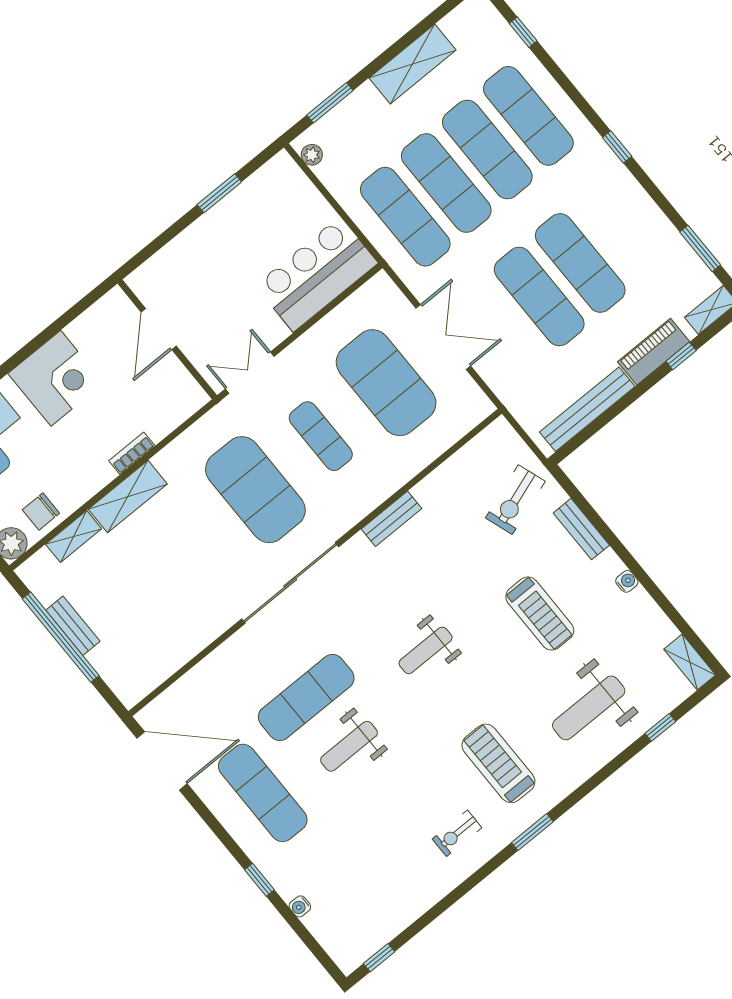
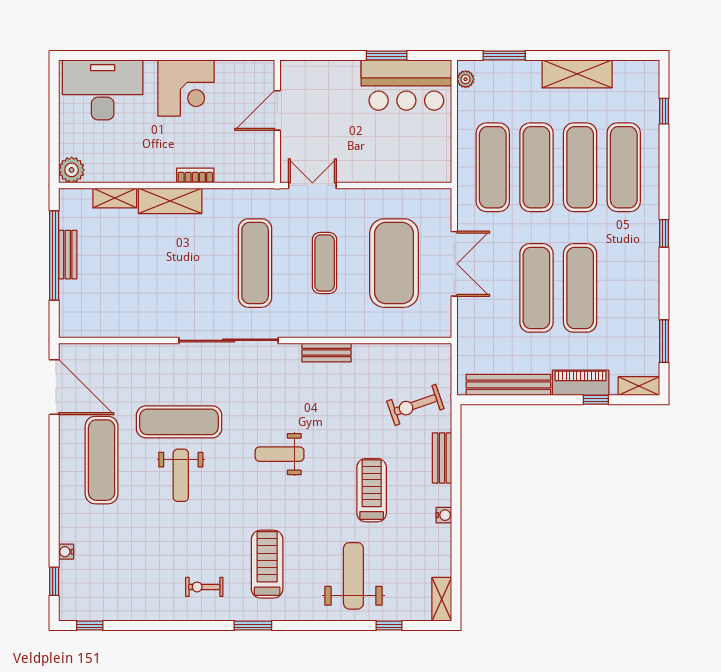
bar counter: (317, 274) -> (406, 85), moved, turned 180
exercise mat: (255, 490) -> (255, 263), width x0.68
chair: (41, 512) -> (107, 165), removed
treadmill: (540, 614) -> (372, 490), turned 180
weight bench: (589, 708) -> (353, 576), turned 90
weight bench: (349, 746) -> (181, 475), turned -90
window: (259, 880) -> (54, 581), moved

